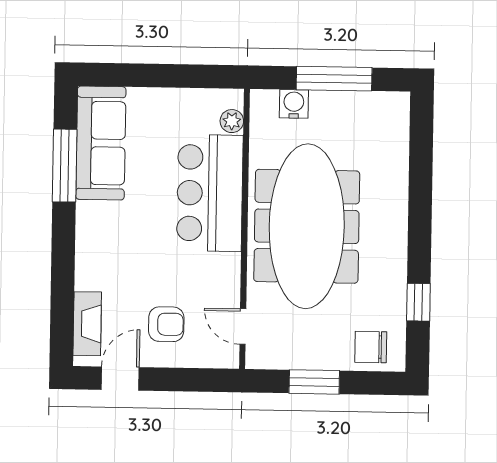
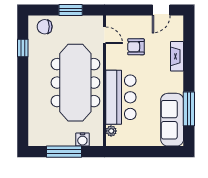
fireplace: (87, 324) -> (177, 56), moved
armchair: (166, 324) -> (136, 47), moved
chair: (371, 347) -> (45, 27), turned 180

